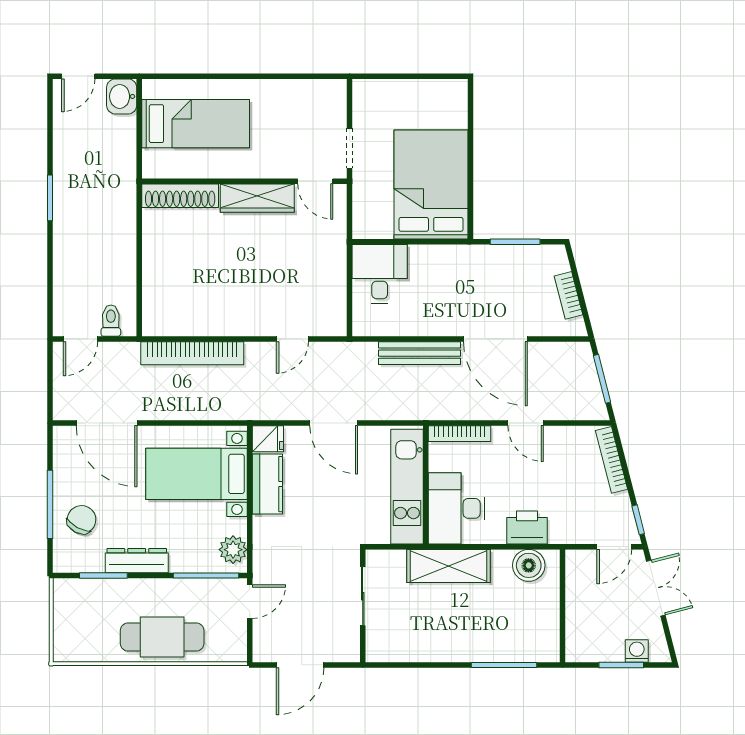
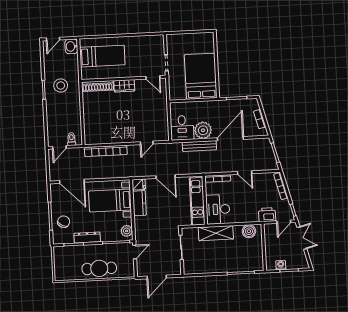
stool: (91, 190) -> (61, 86), added
wardrobe: (257, 198) -> (124, 86), width x0.67
desk: (380, 274) -> (182, 128), moved, turned 180
plant: (430, 316) -> (203, 130), added
door: (495, 339) -> (230, 139), swing flipped
printer: (527, 527) -> (267, 215), moved
washing machine: (637, 651) -> (281, 265), moved

